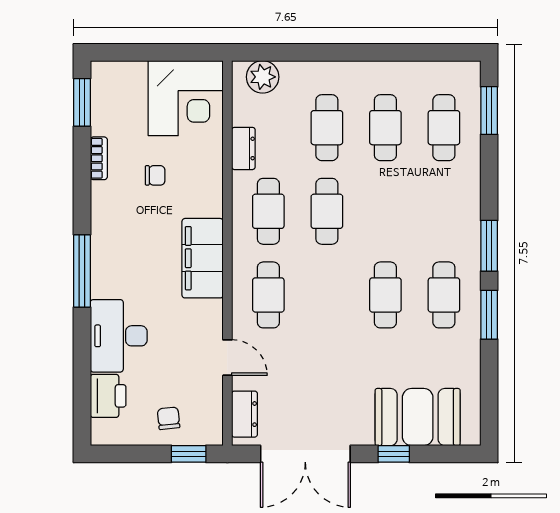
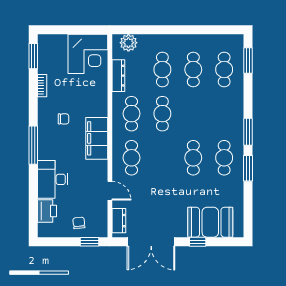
dresser: (243, 148) -> (118, 76), width x1.44
chair: (155, 175) -> (63, 119), moved

